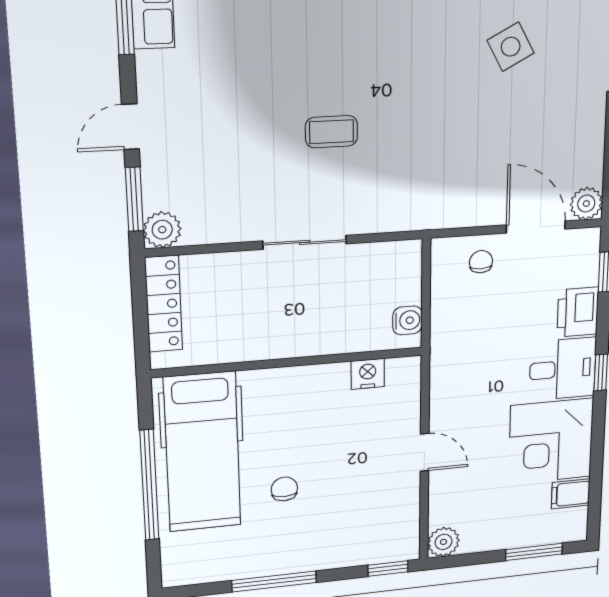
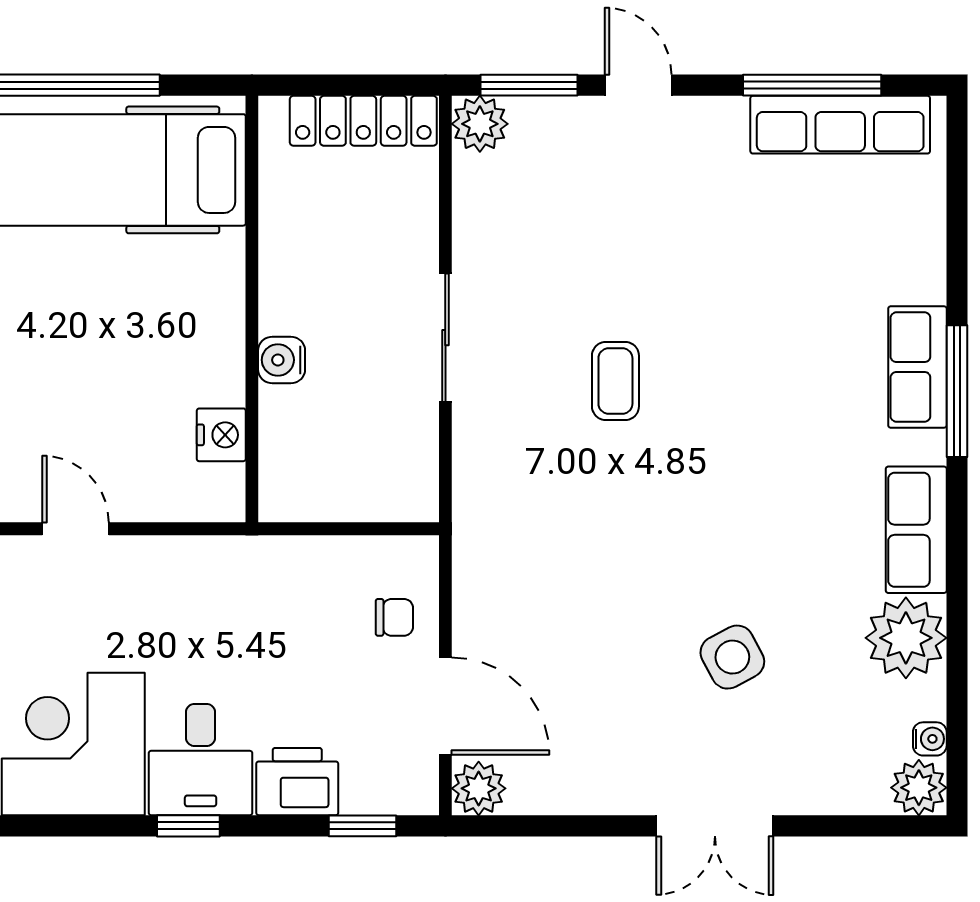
door: (536, 227) -> (445, 706), hinge flipped
water cooler: (407, 320) -> (282, 360), moved, turned 90
door: (425, 452) -> (75, 529), swing flipped
chair: (284, 489) -> (35, 298), removed

